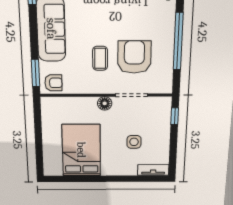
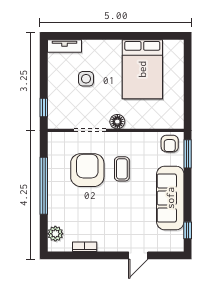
armchair: (134, 57) -> (87, 170), turned 180
armchair: (53, 83) -> (170, 144), turned -90

